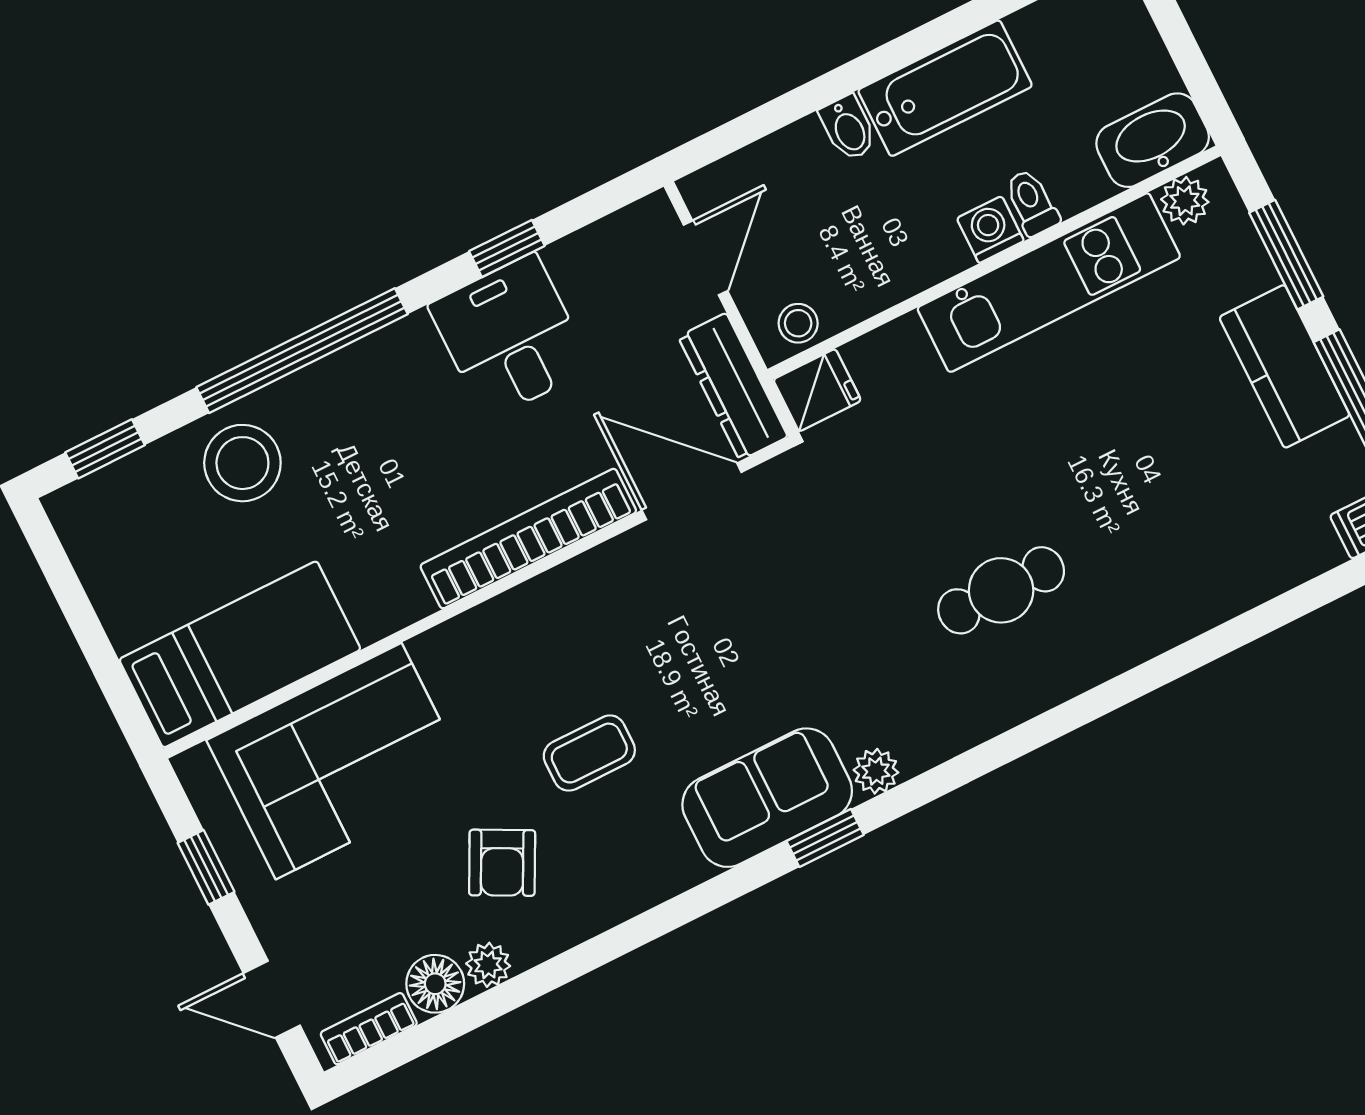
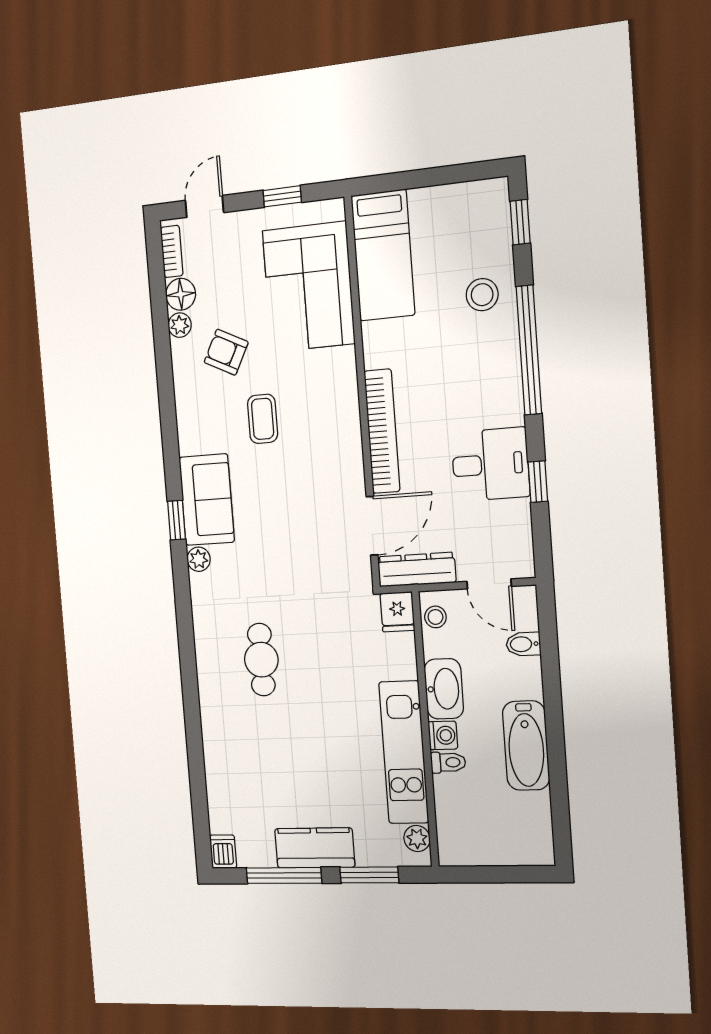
bidet: (848, 128) -> (523, 644), moved
washbasin: (1153, 140) -> (444, 689), moved
stool: (242, 463) -> (482, 295), width x0.73, depth x0.73

